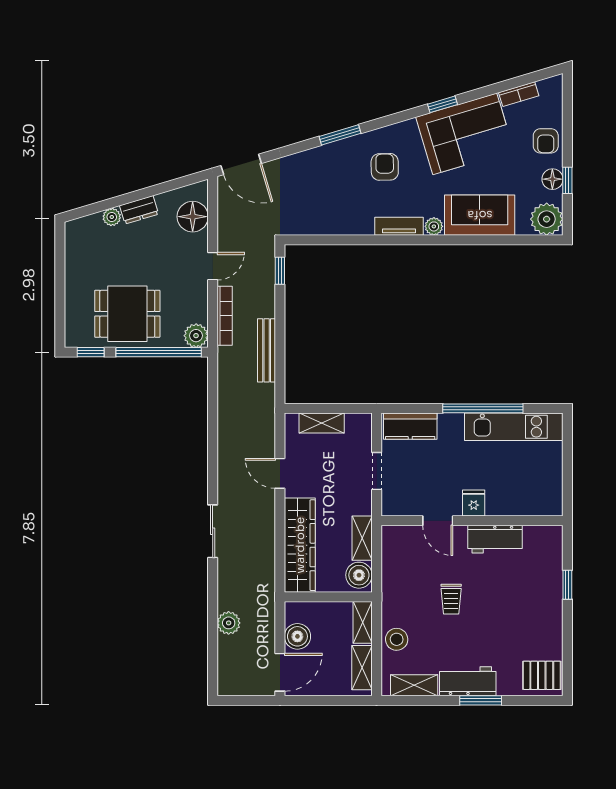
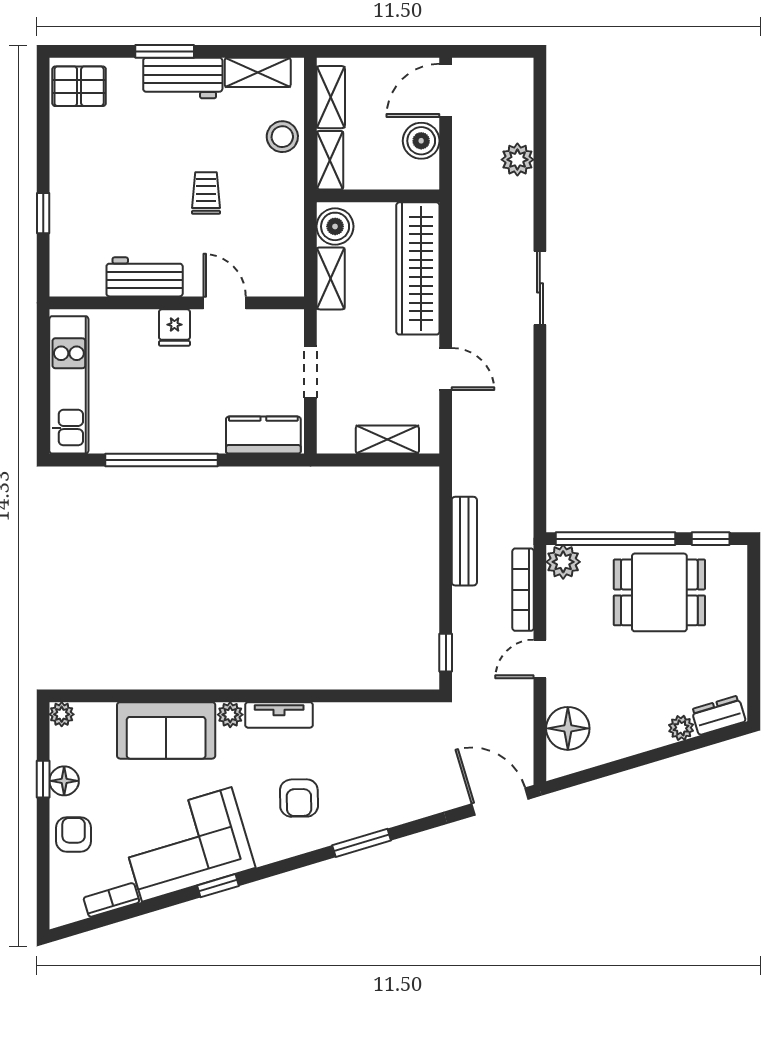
dresser: (139, 210) -> (719, 715), moved
plant: (547, 219) -> (62, 714), width x0.53, depth x0.53
kitchen unit: (514, 427) -> (69, 385), moved, turned 90

